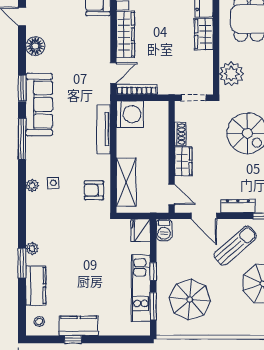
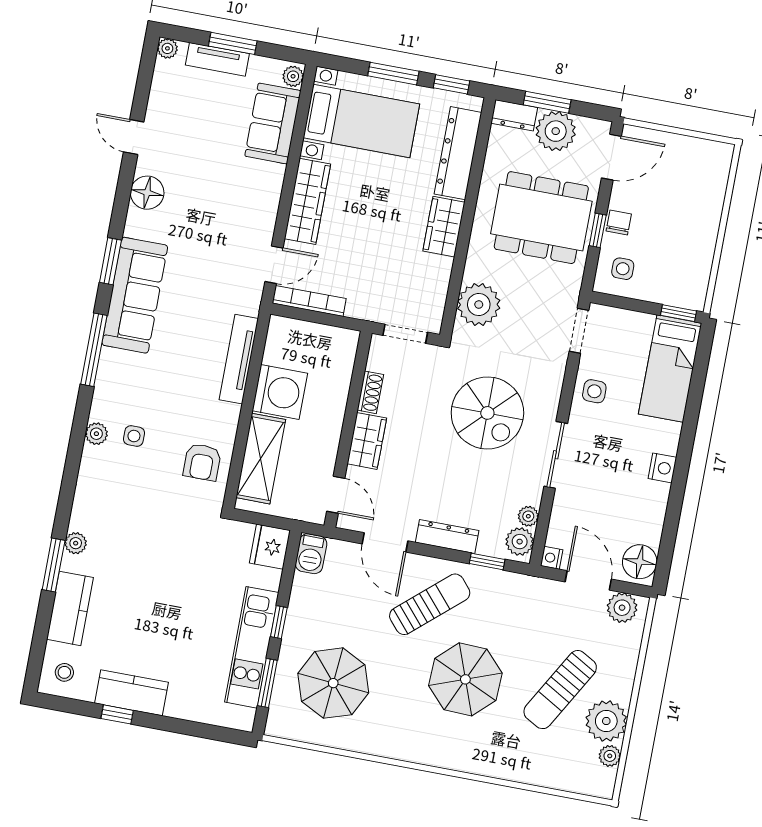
washing machine: (130, 114) -> (280, 392), moved
armchair: (94, 190) -> (202, 462), turned -90

